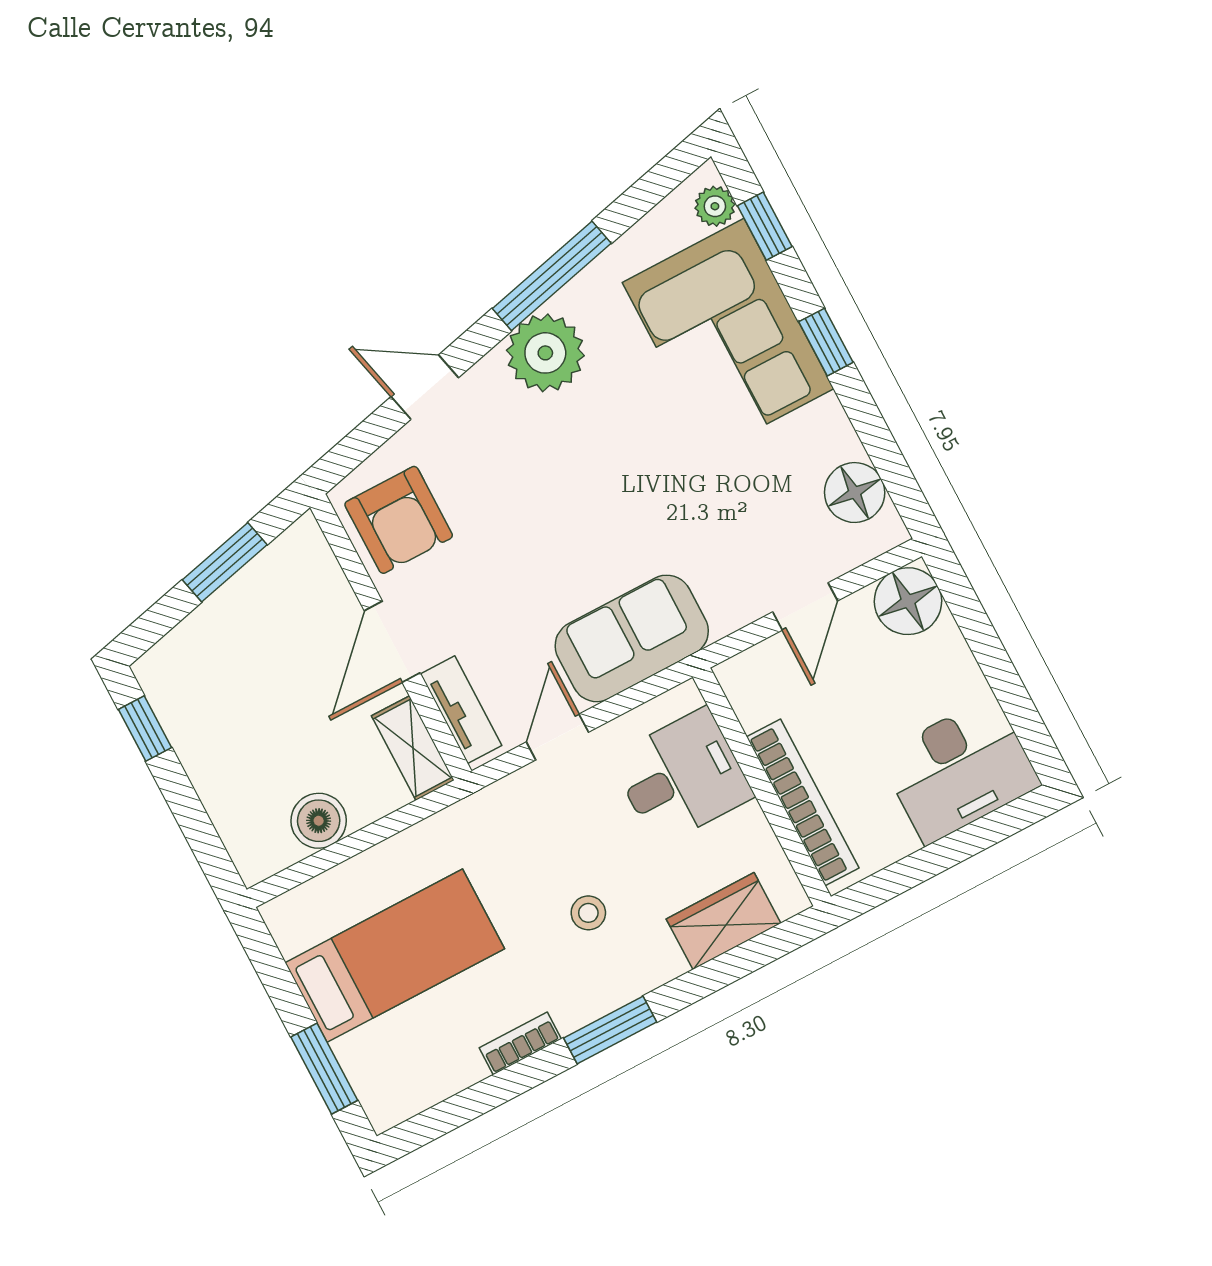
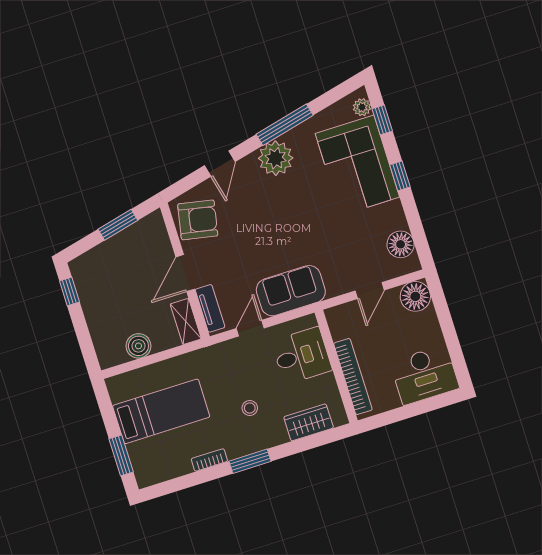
door: (425, 387) -> (220, 164), swing flipped
armchair: (399, 520) -> (198, 220), turned -79

